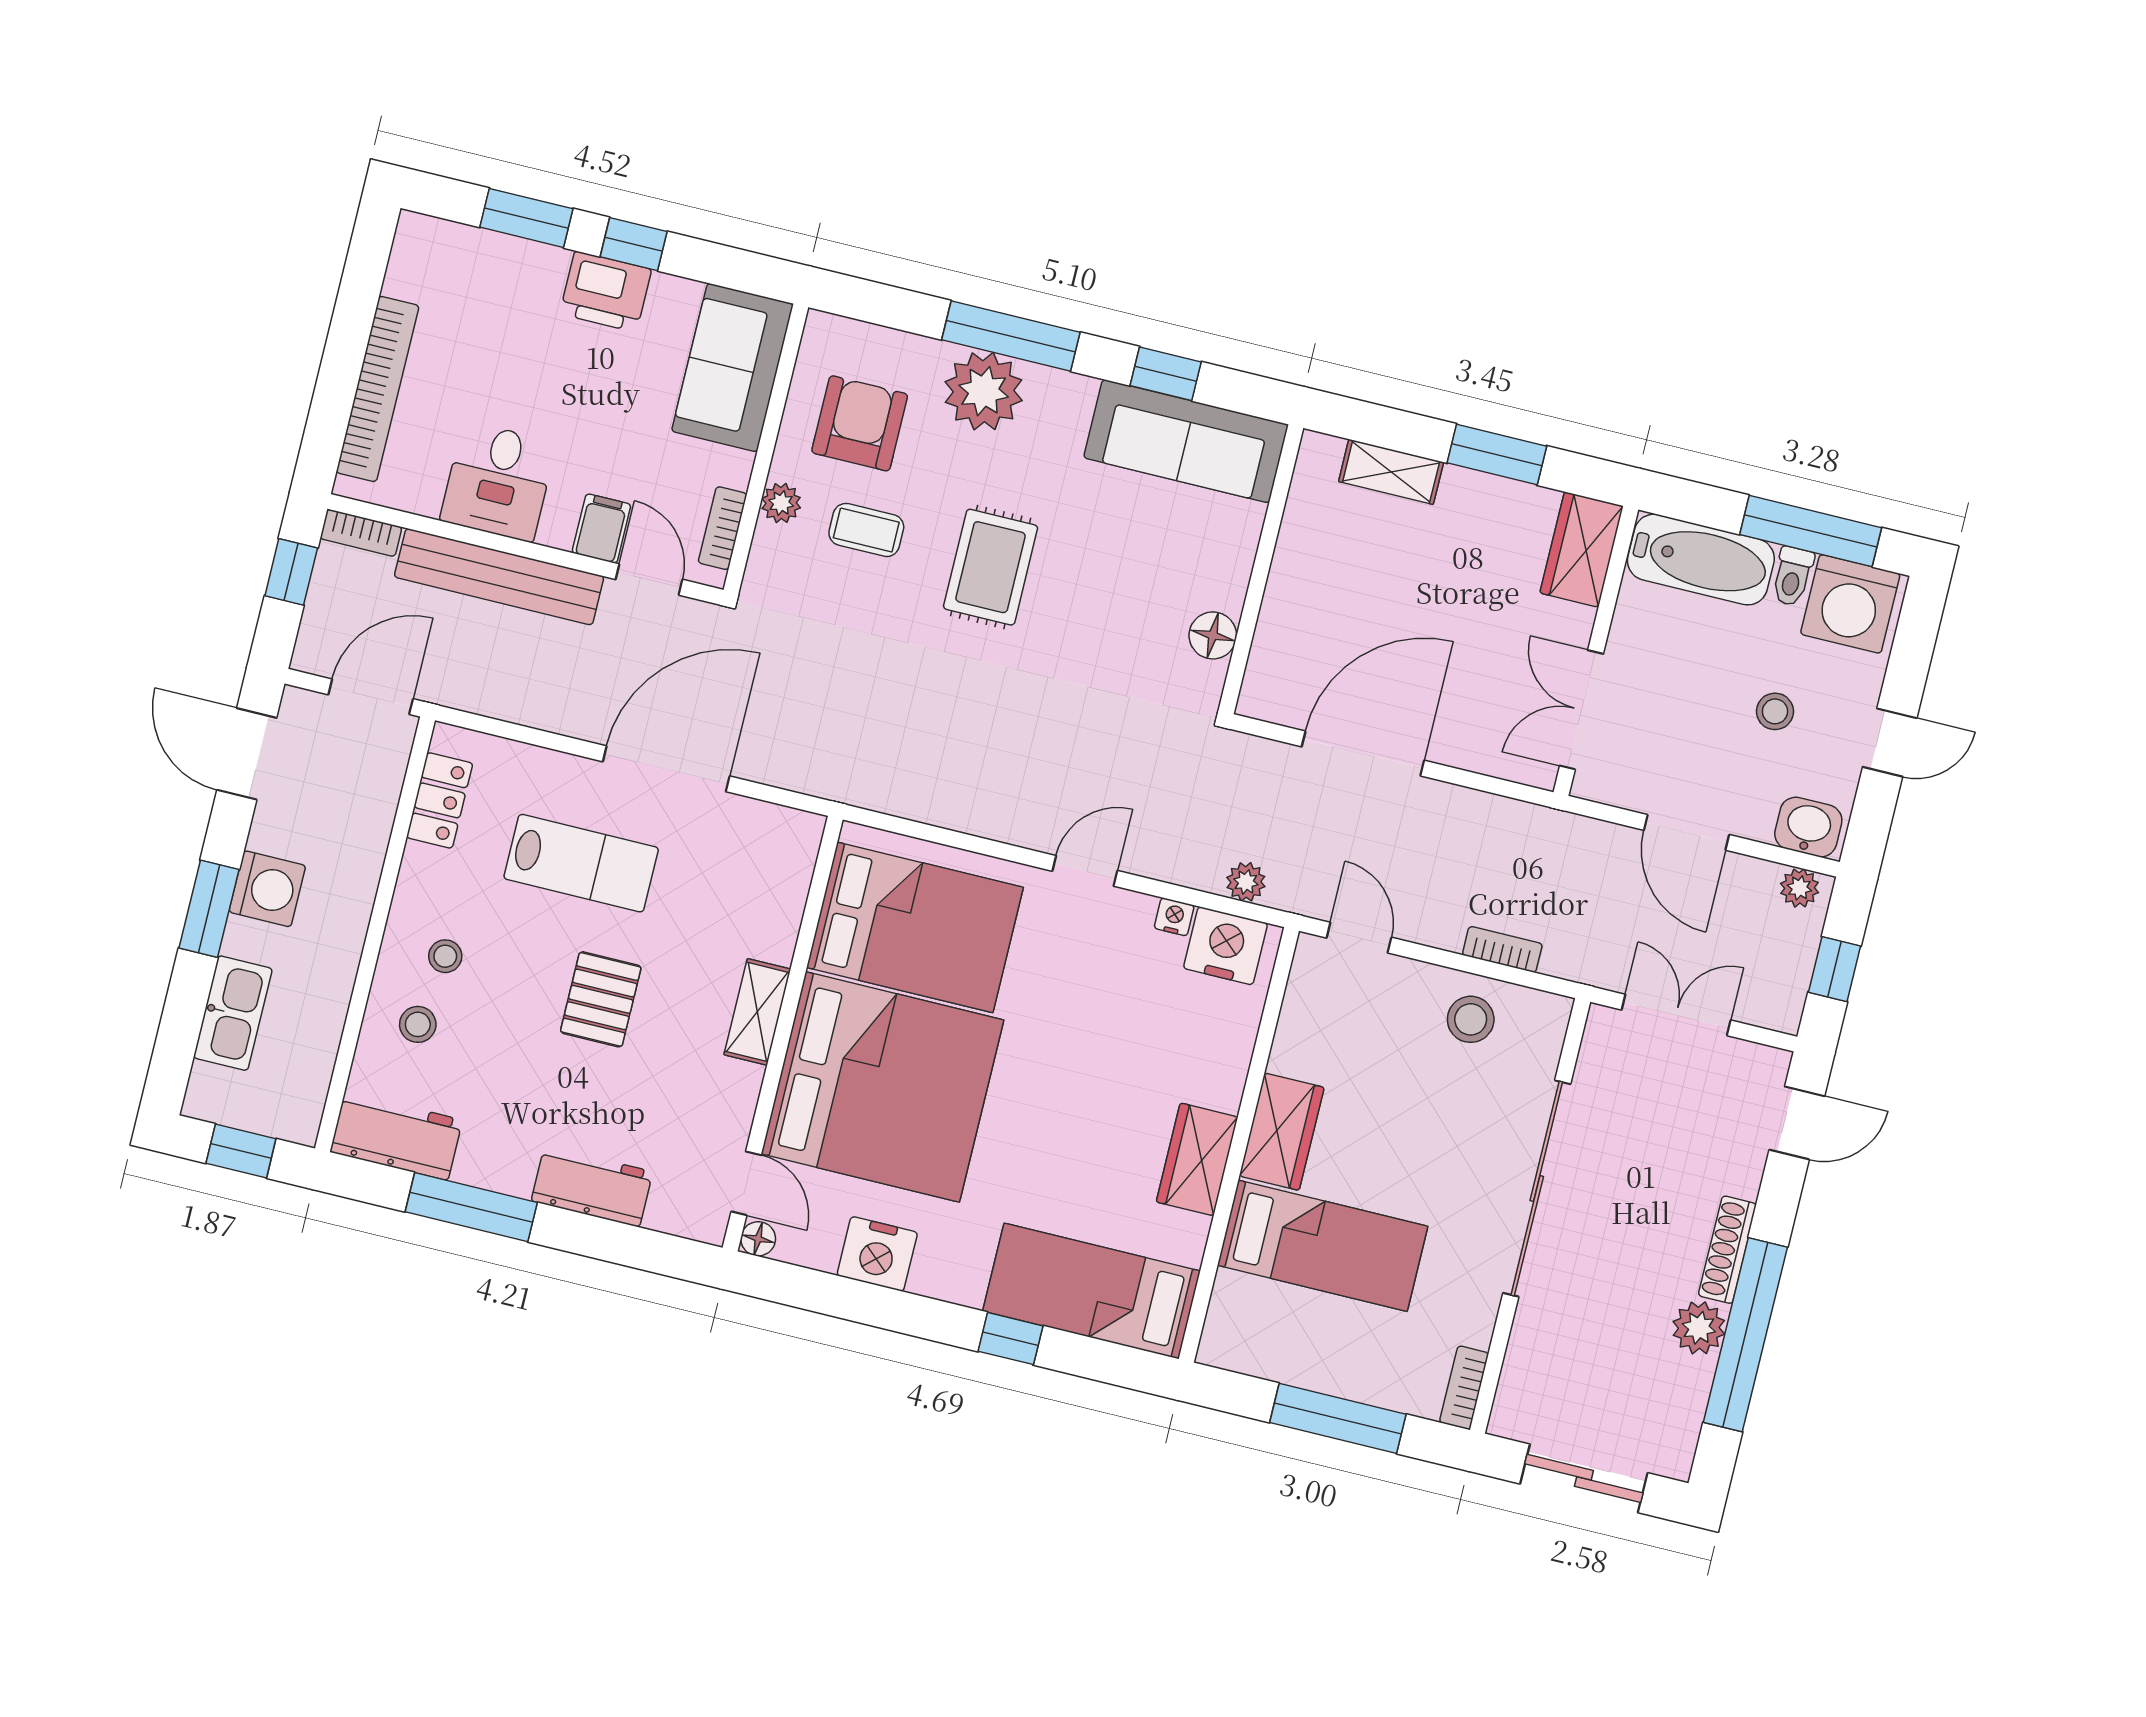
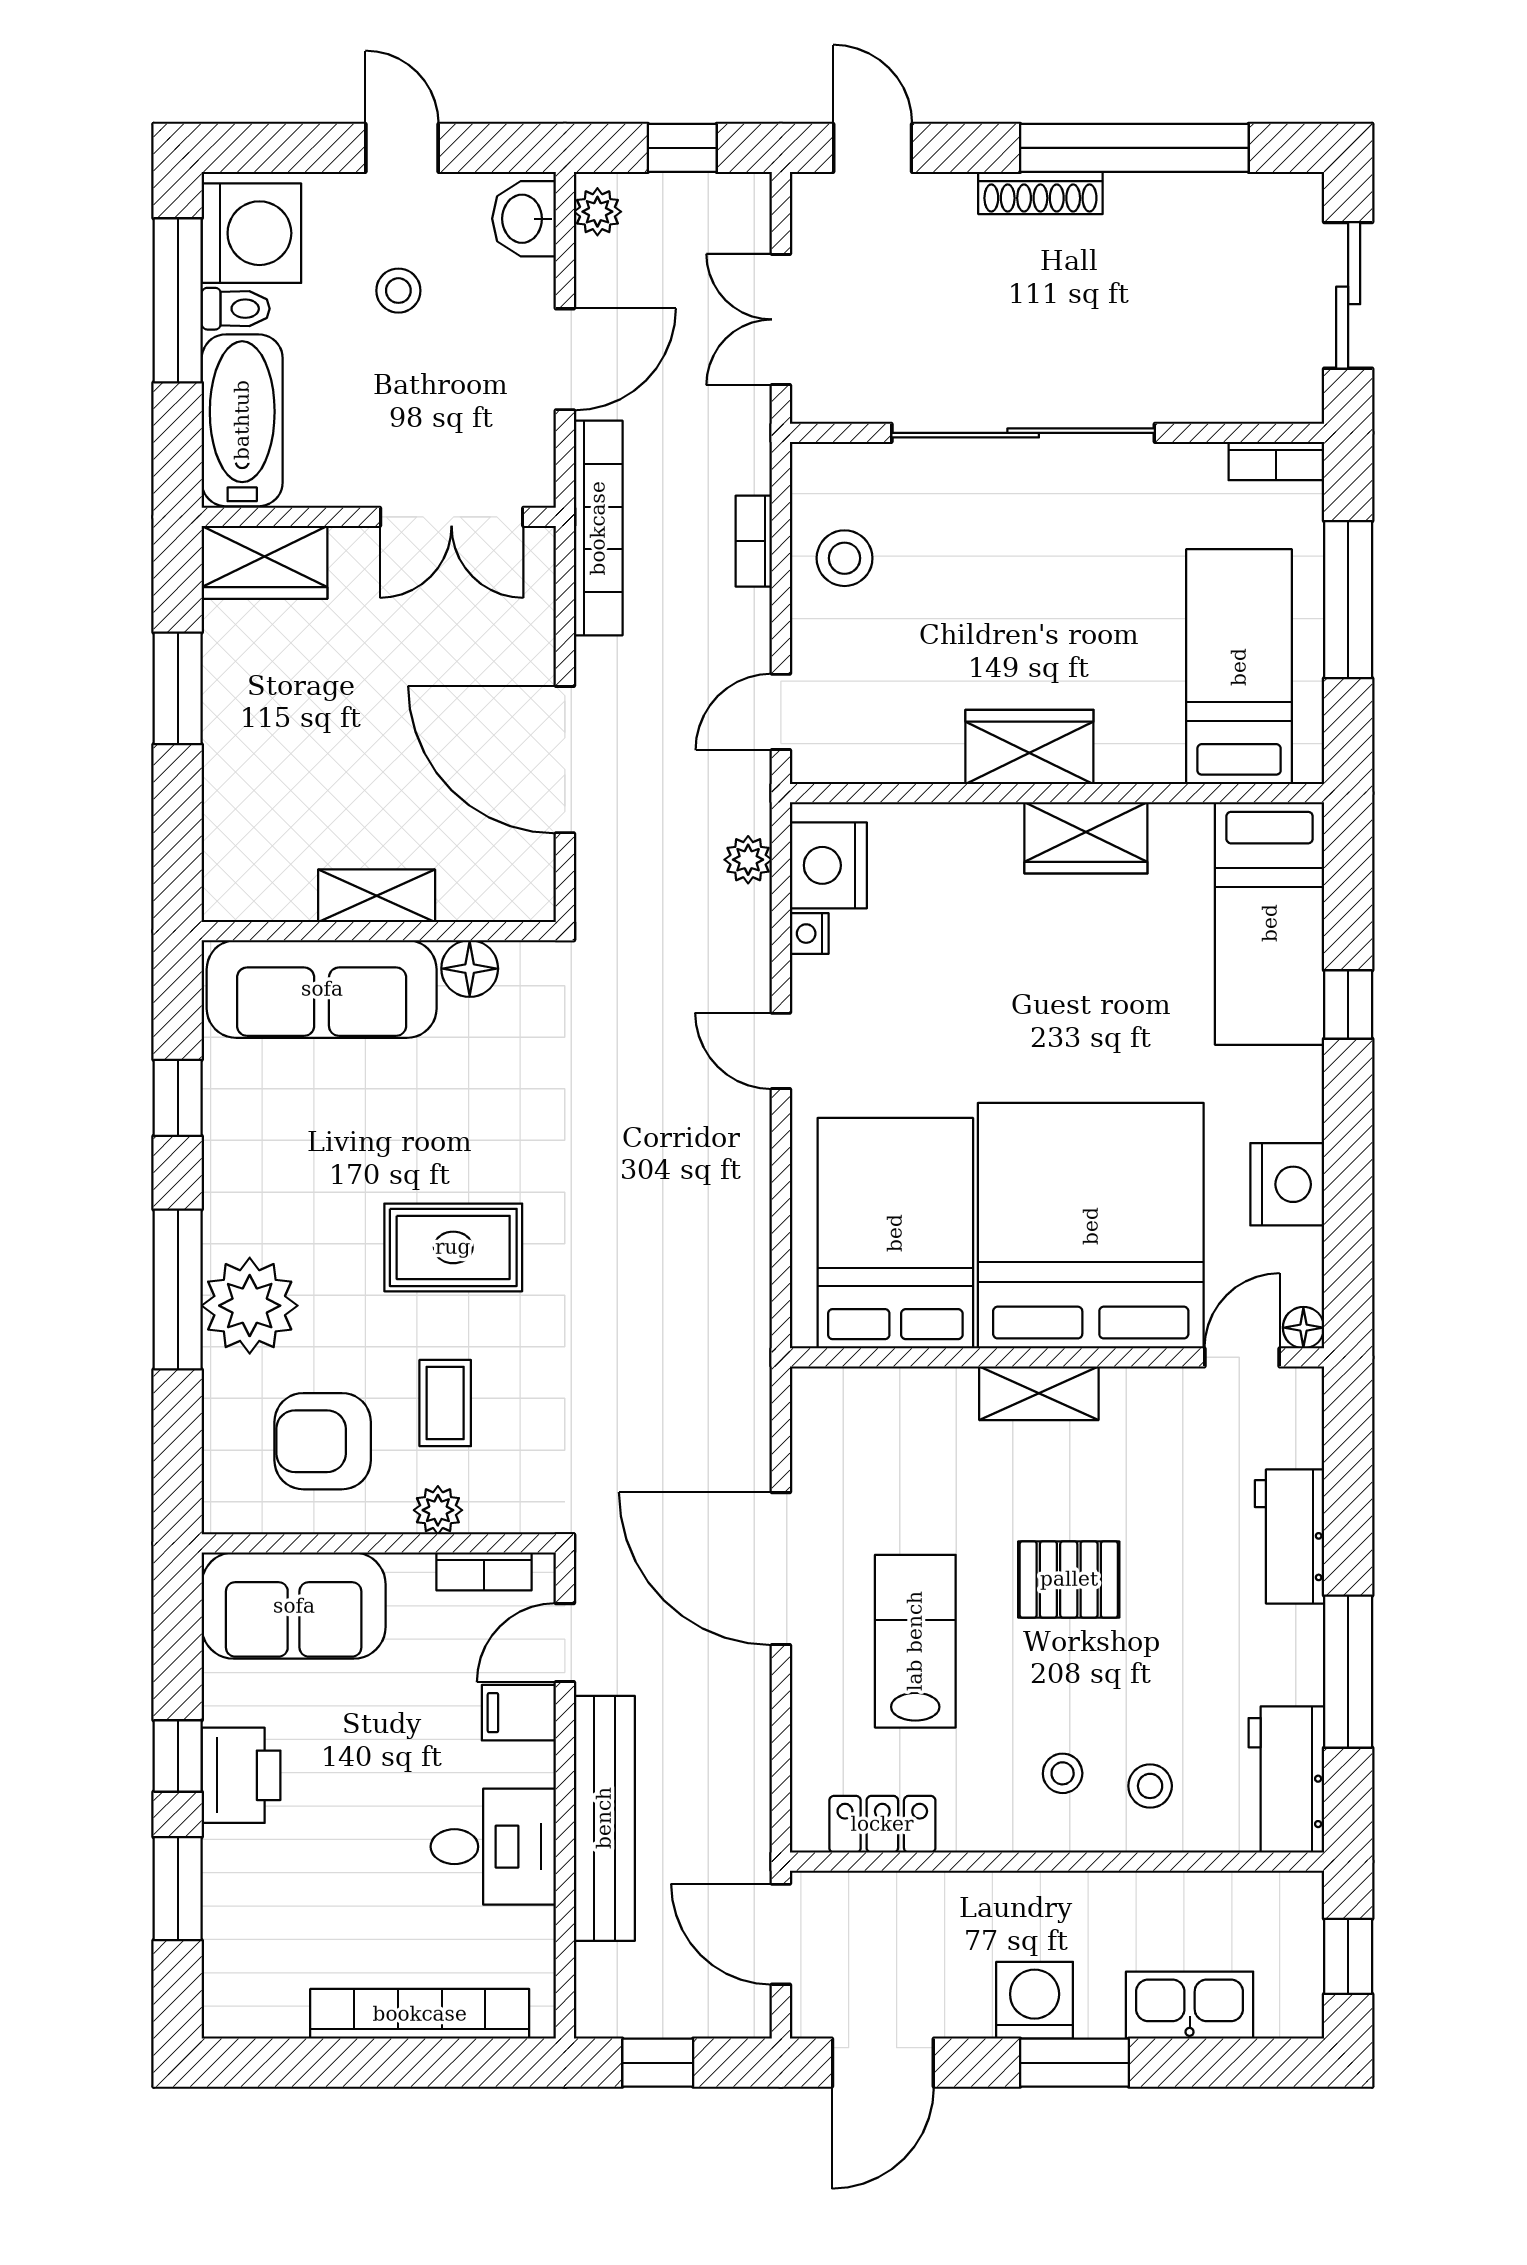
sofa: (1186, 441) -> (322, 989), moved, turned 90
shelving: (1391, 472) -> (377, 896), moved, turned 90
bookcase: (361, 533) -> (598, 528), moved, width x2.31, depth x1.31
bed: (1323, 1246) -> (1239, 667), moved
plant: (1699, 1328) -> (1140, 204), removed

